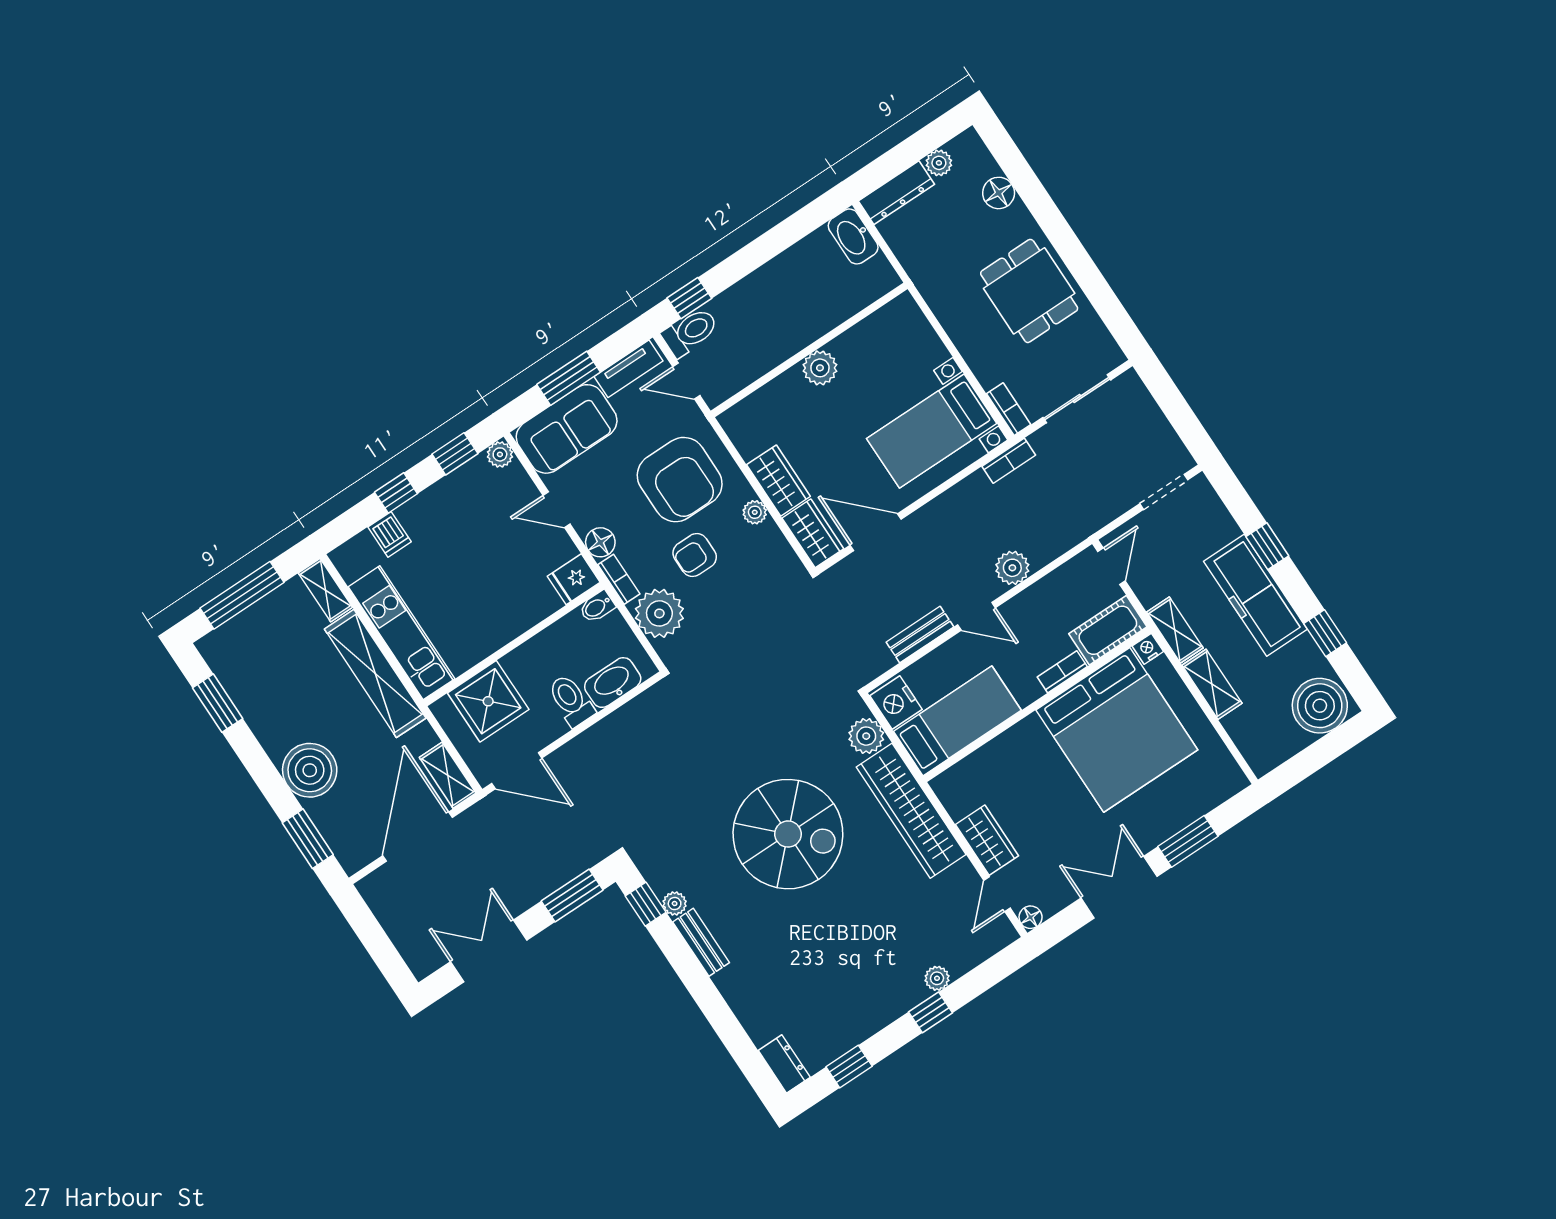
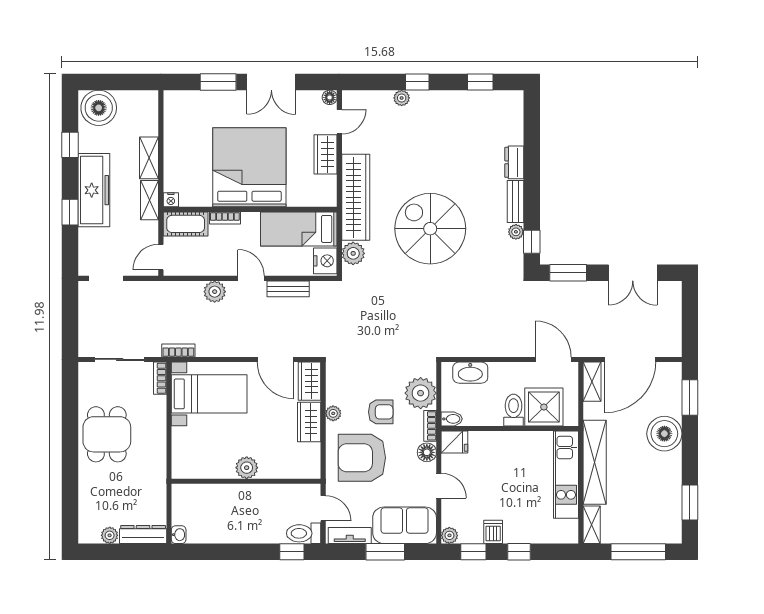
floor lamp: (999, 193) -> (88, 498), removed
washbasin: (853, 236) -> (179, 535), width x0.52, depth x0.69
armchair: (680, 480) -> (362, 458), turned -90
dishwasher: (389, 534) -> (493, 532), moved
toilet: (571, 700) -> (514, 410), moved, turned 180
bed: (1117, 730) -> (249, 167), moved
dresser: (784, 1064) -> (514, 162), moved

